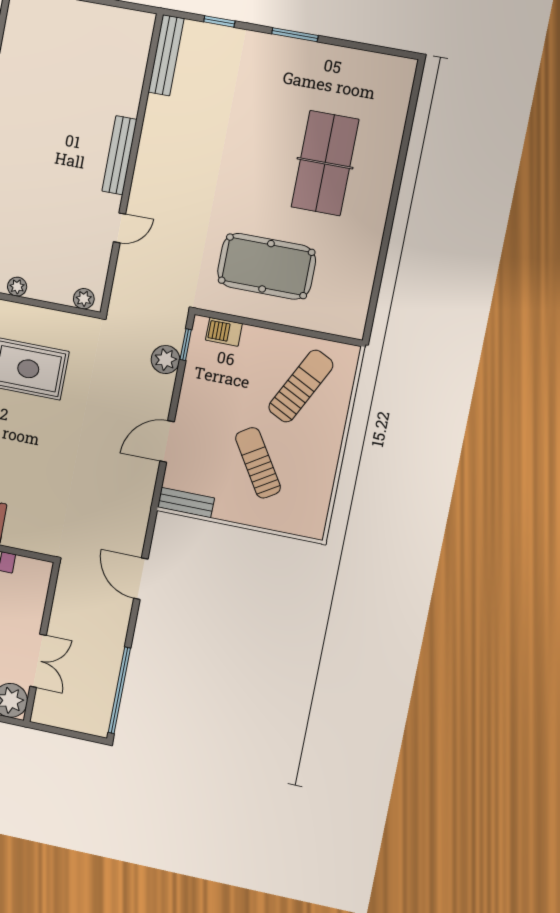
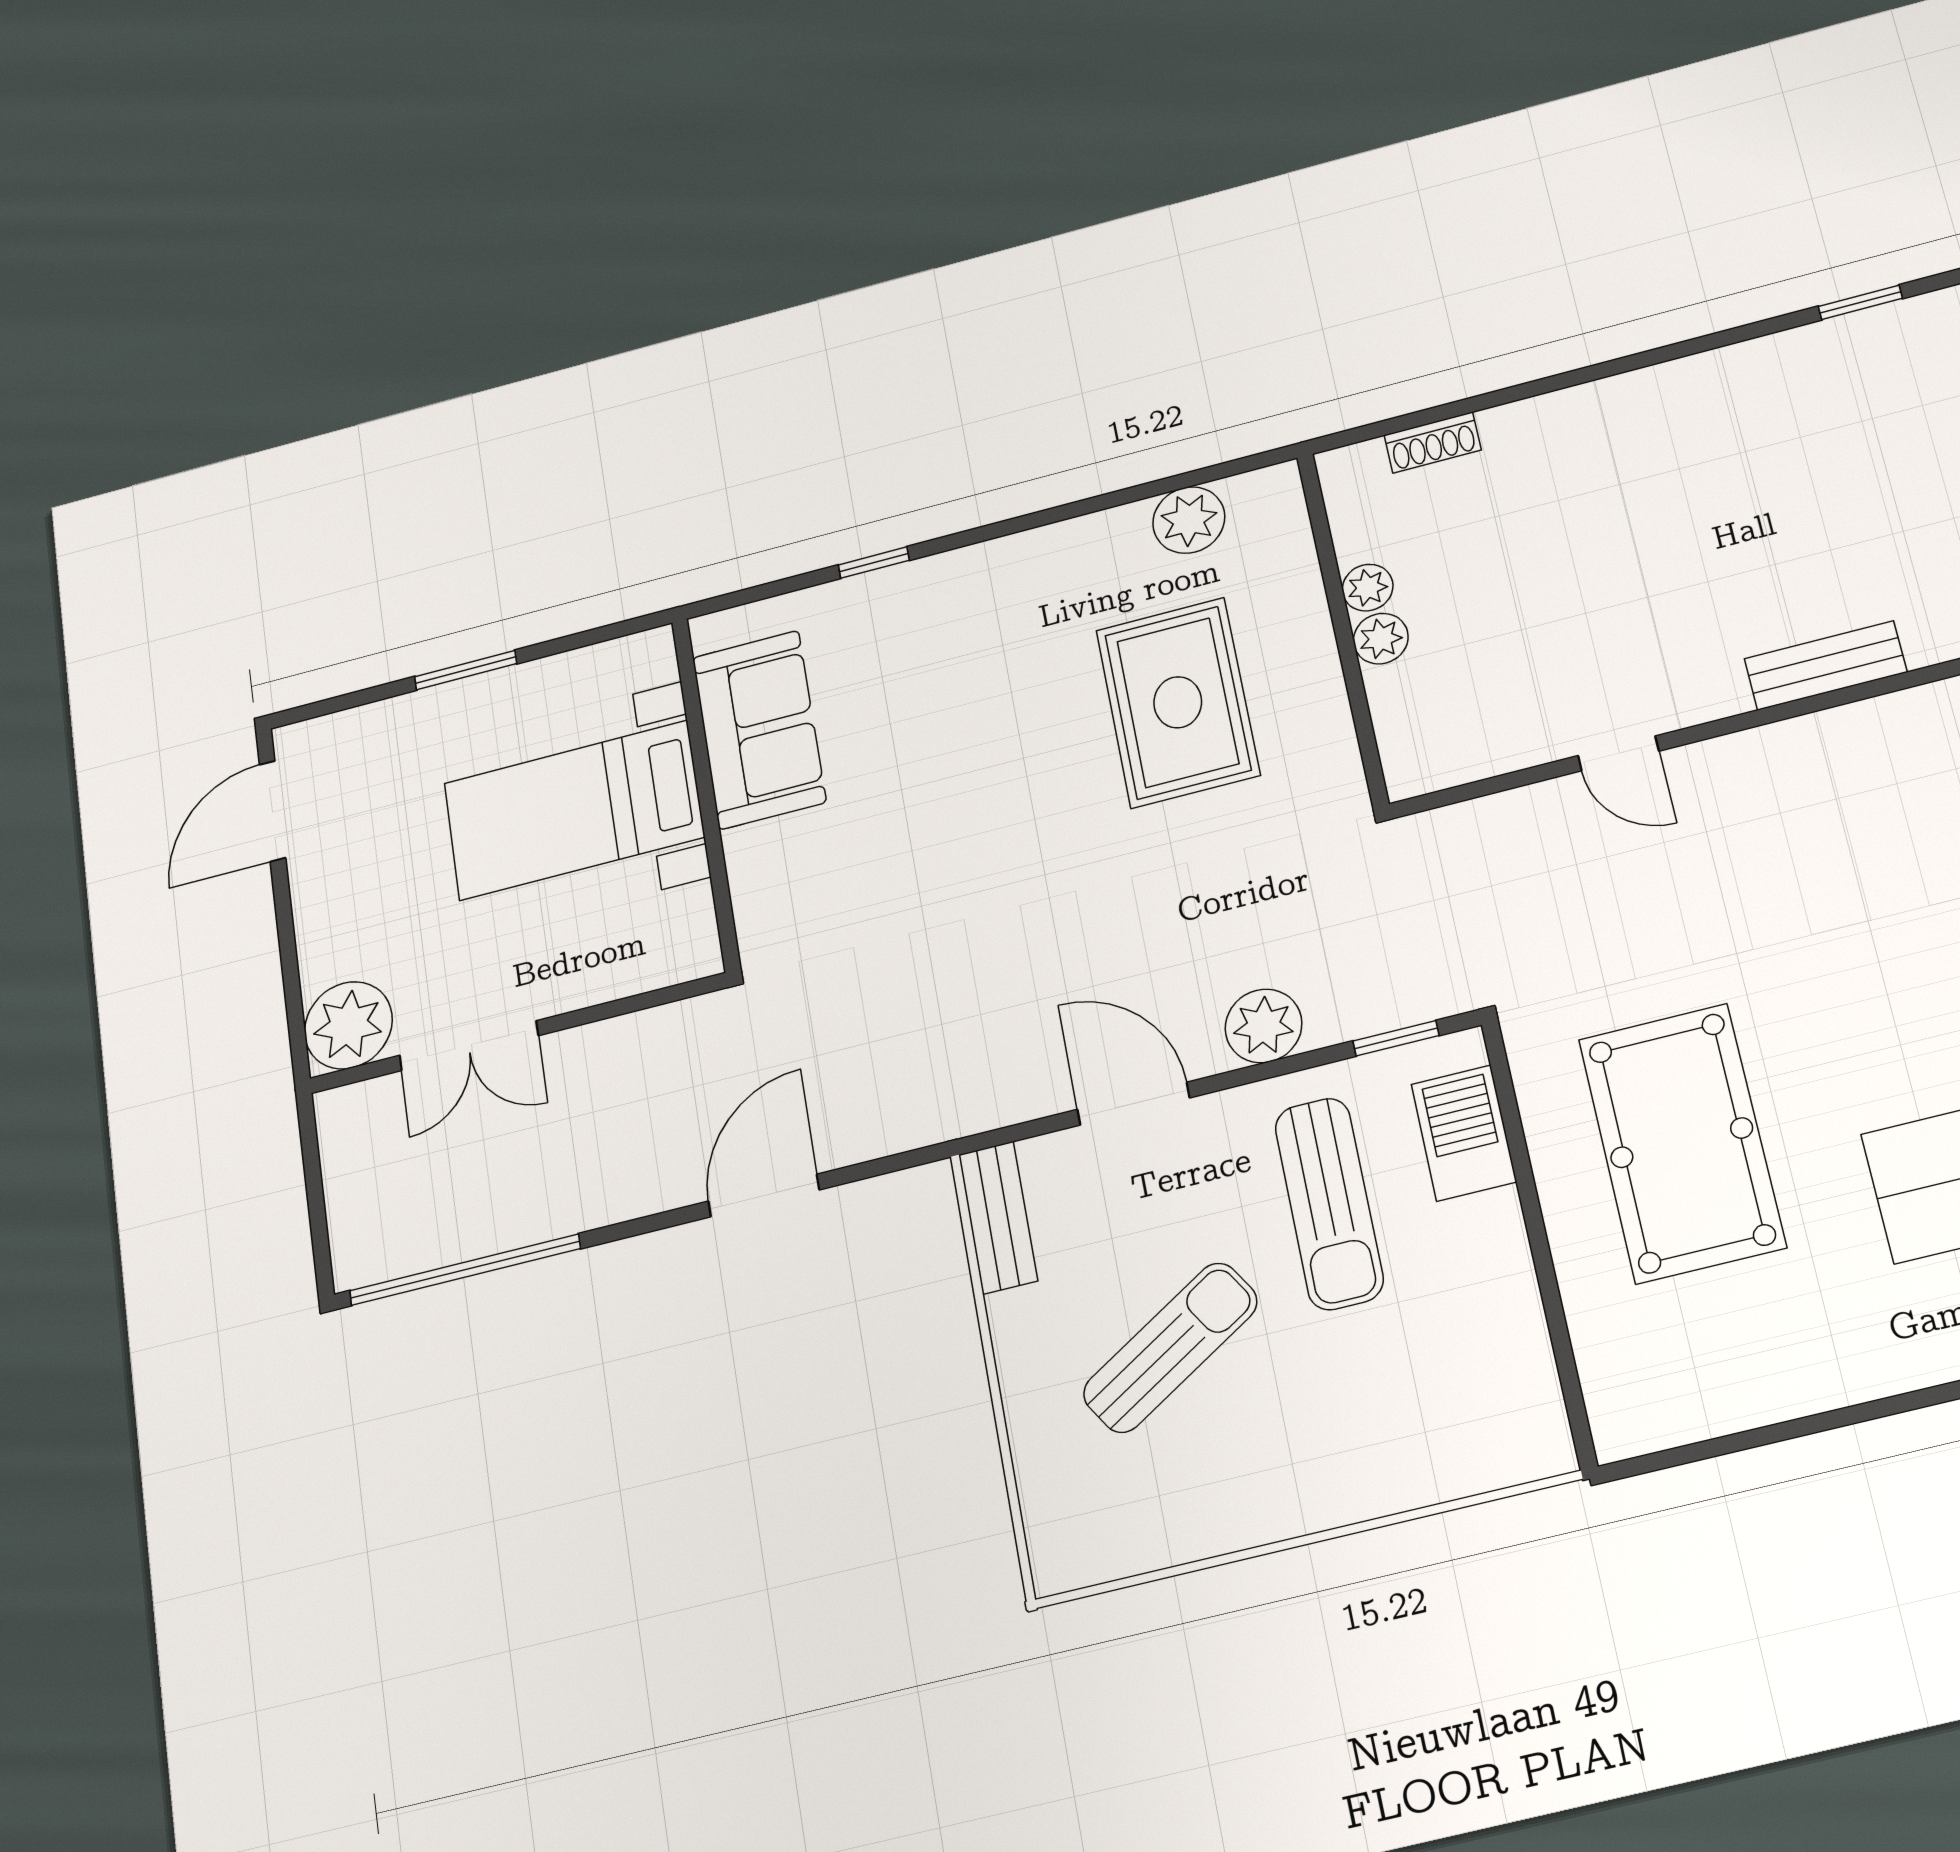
bench: (119, 155) -> (1826, 665), width x0.73
plant: (84, 299) -> (1381, 639), moved
barbecue: (224, 332) -> (1464, 1133), width x1.38, depth x1.27
plant: (165, 360) -> (1263, 1026), moved
sun lounger: (301, 386) -> (1329, 1203), moved, turned 63

